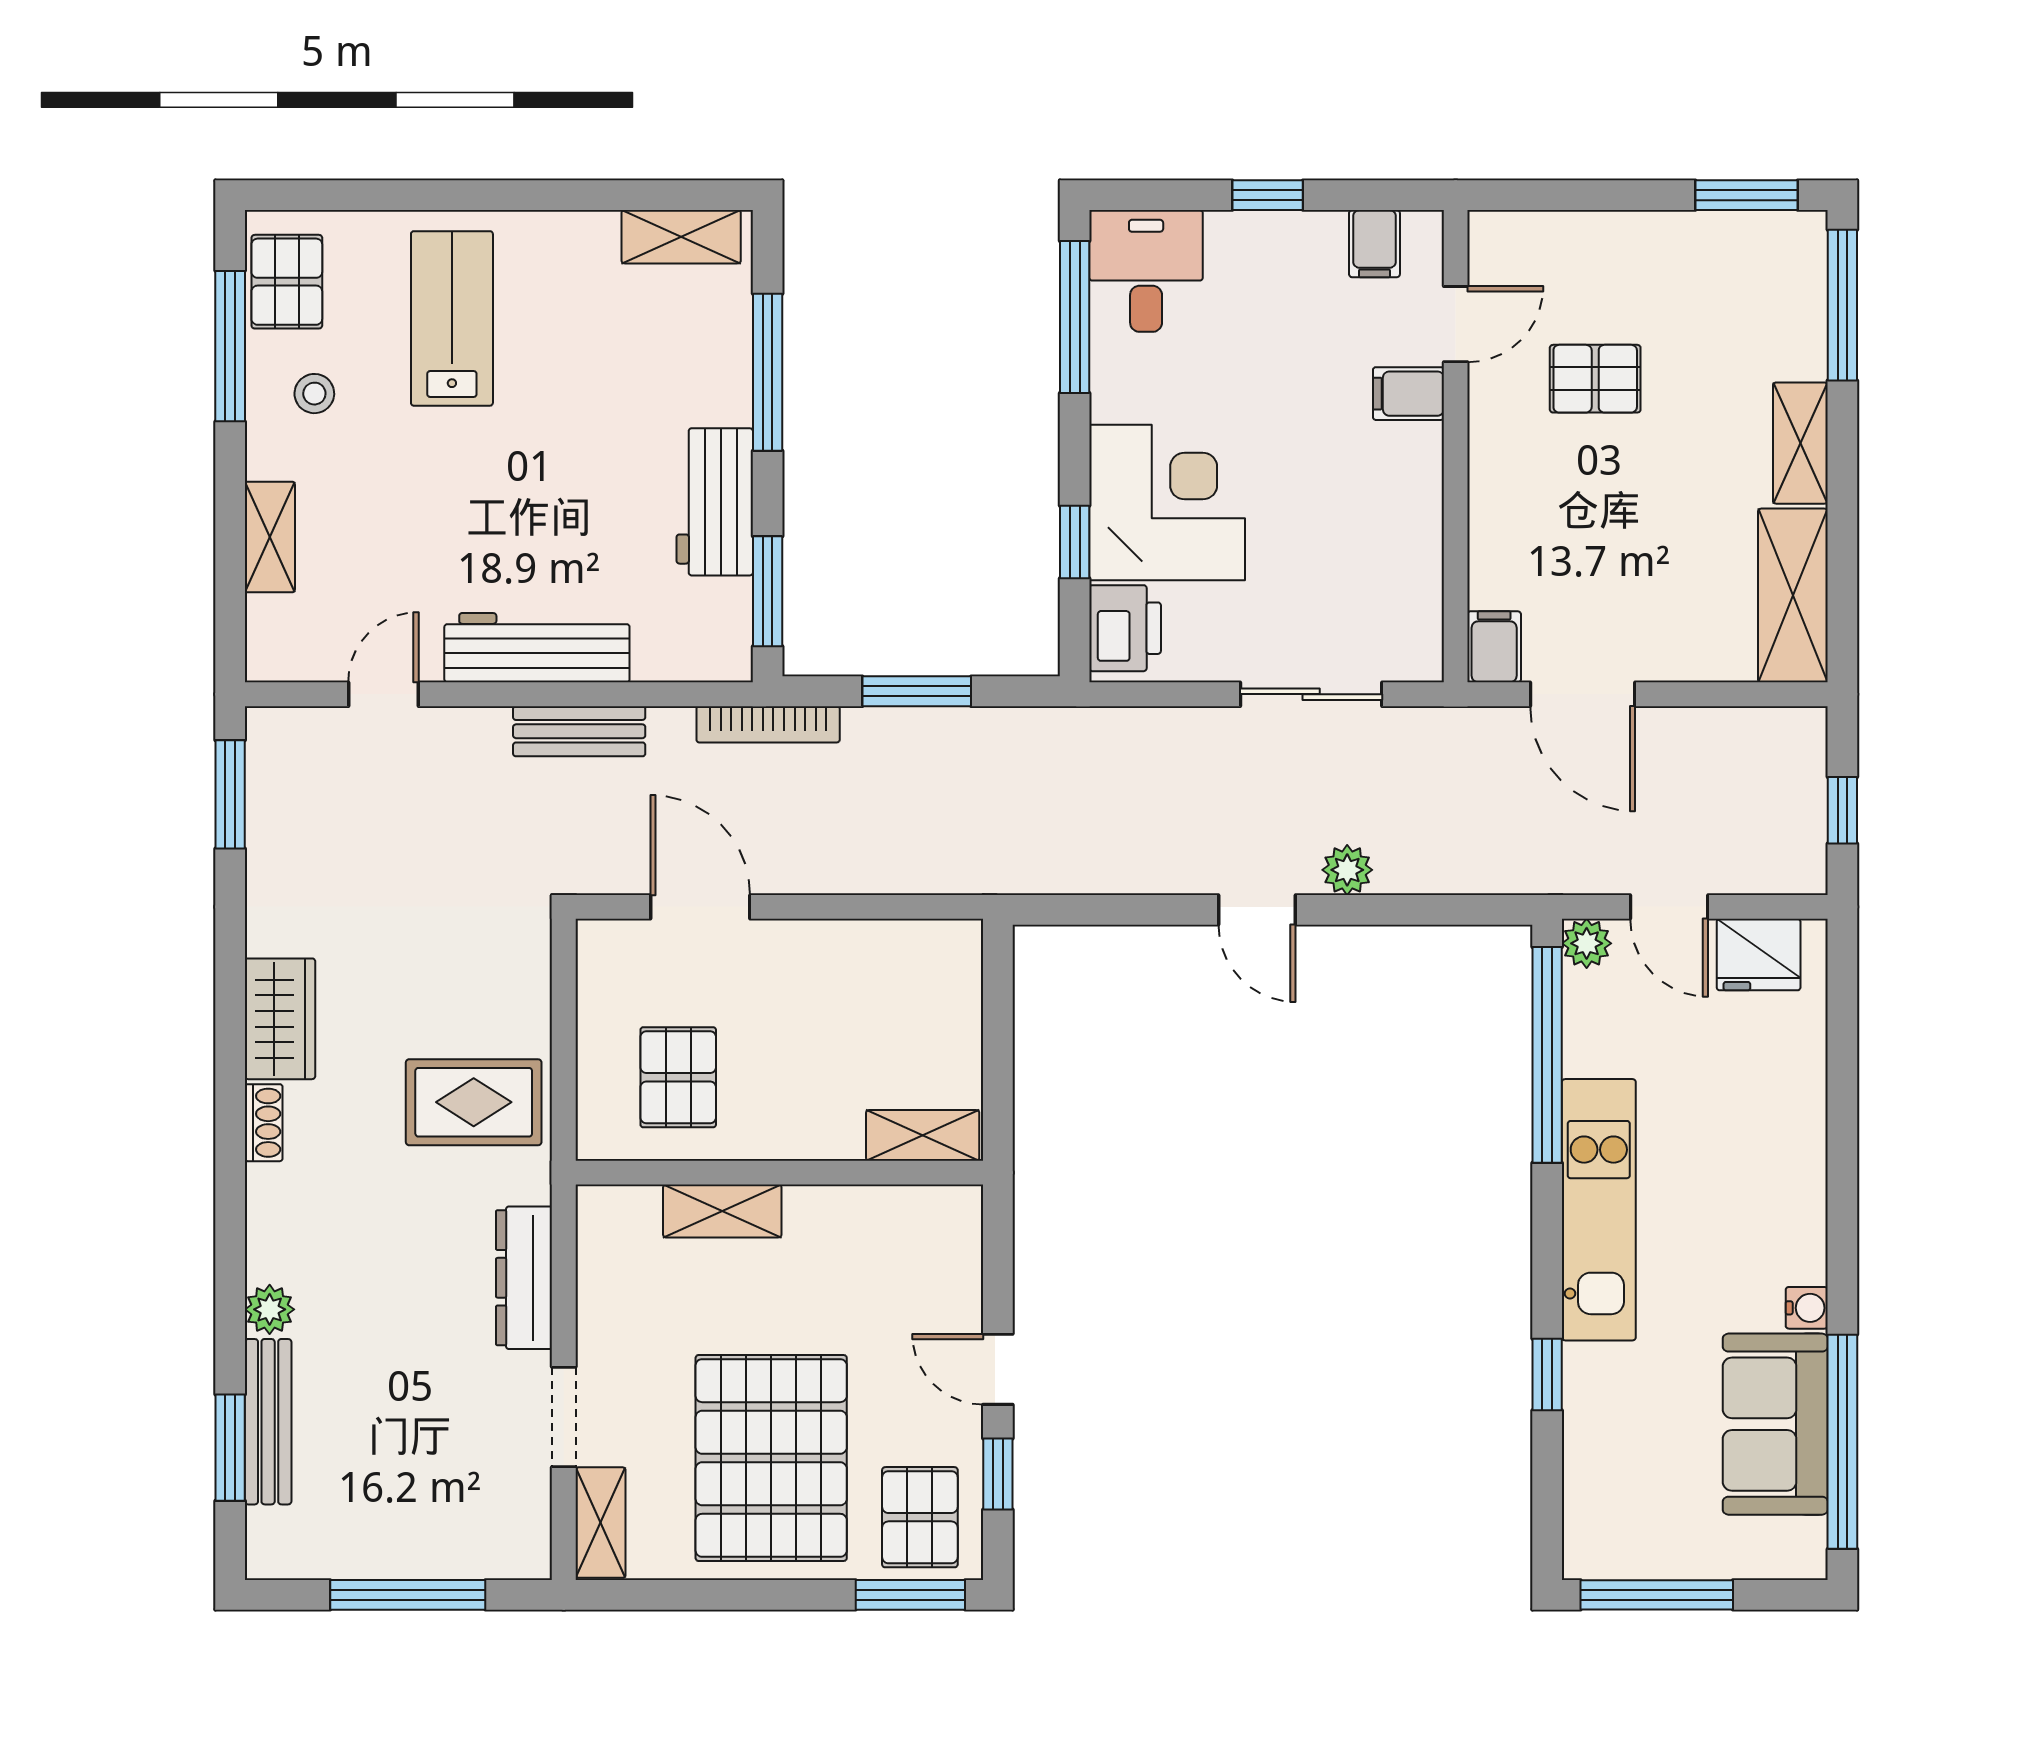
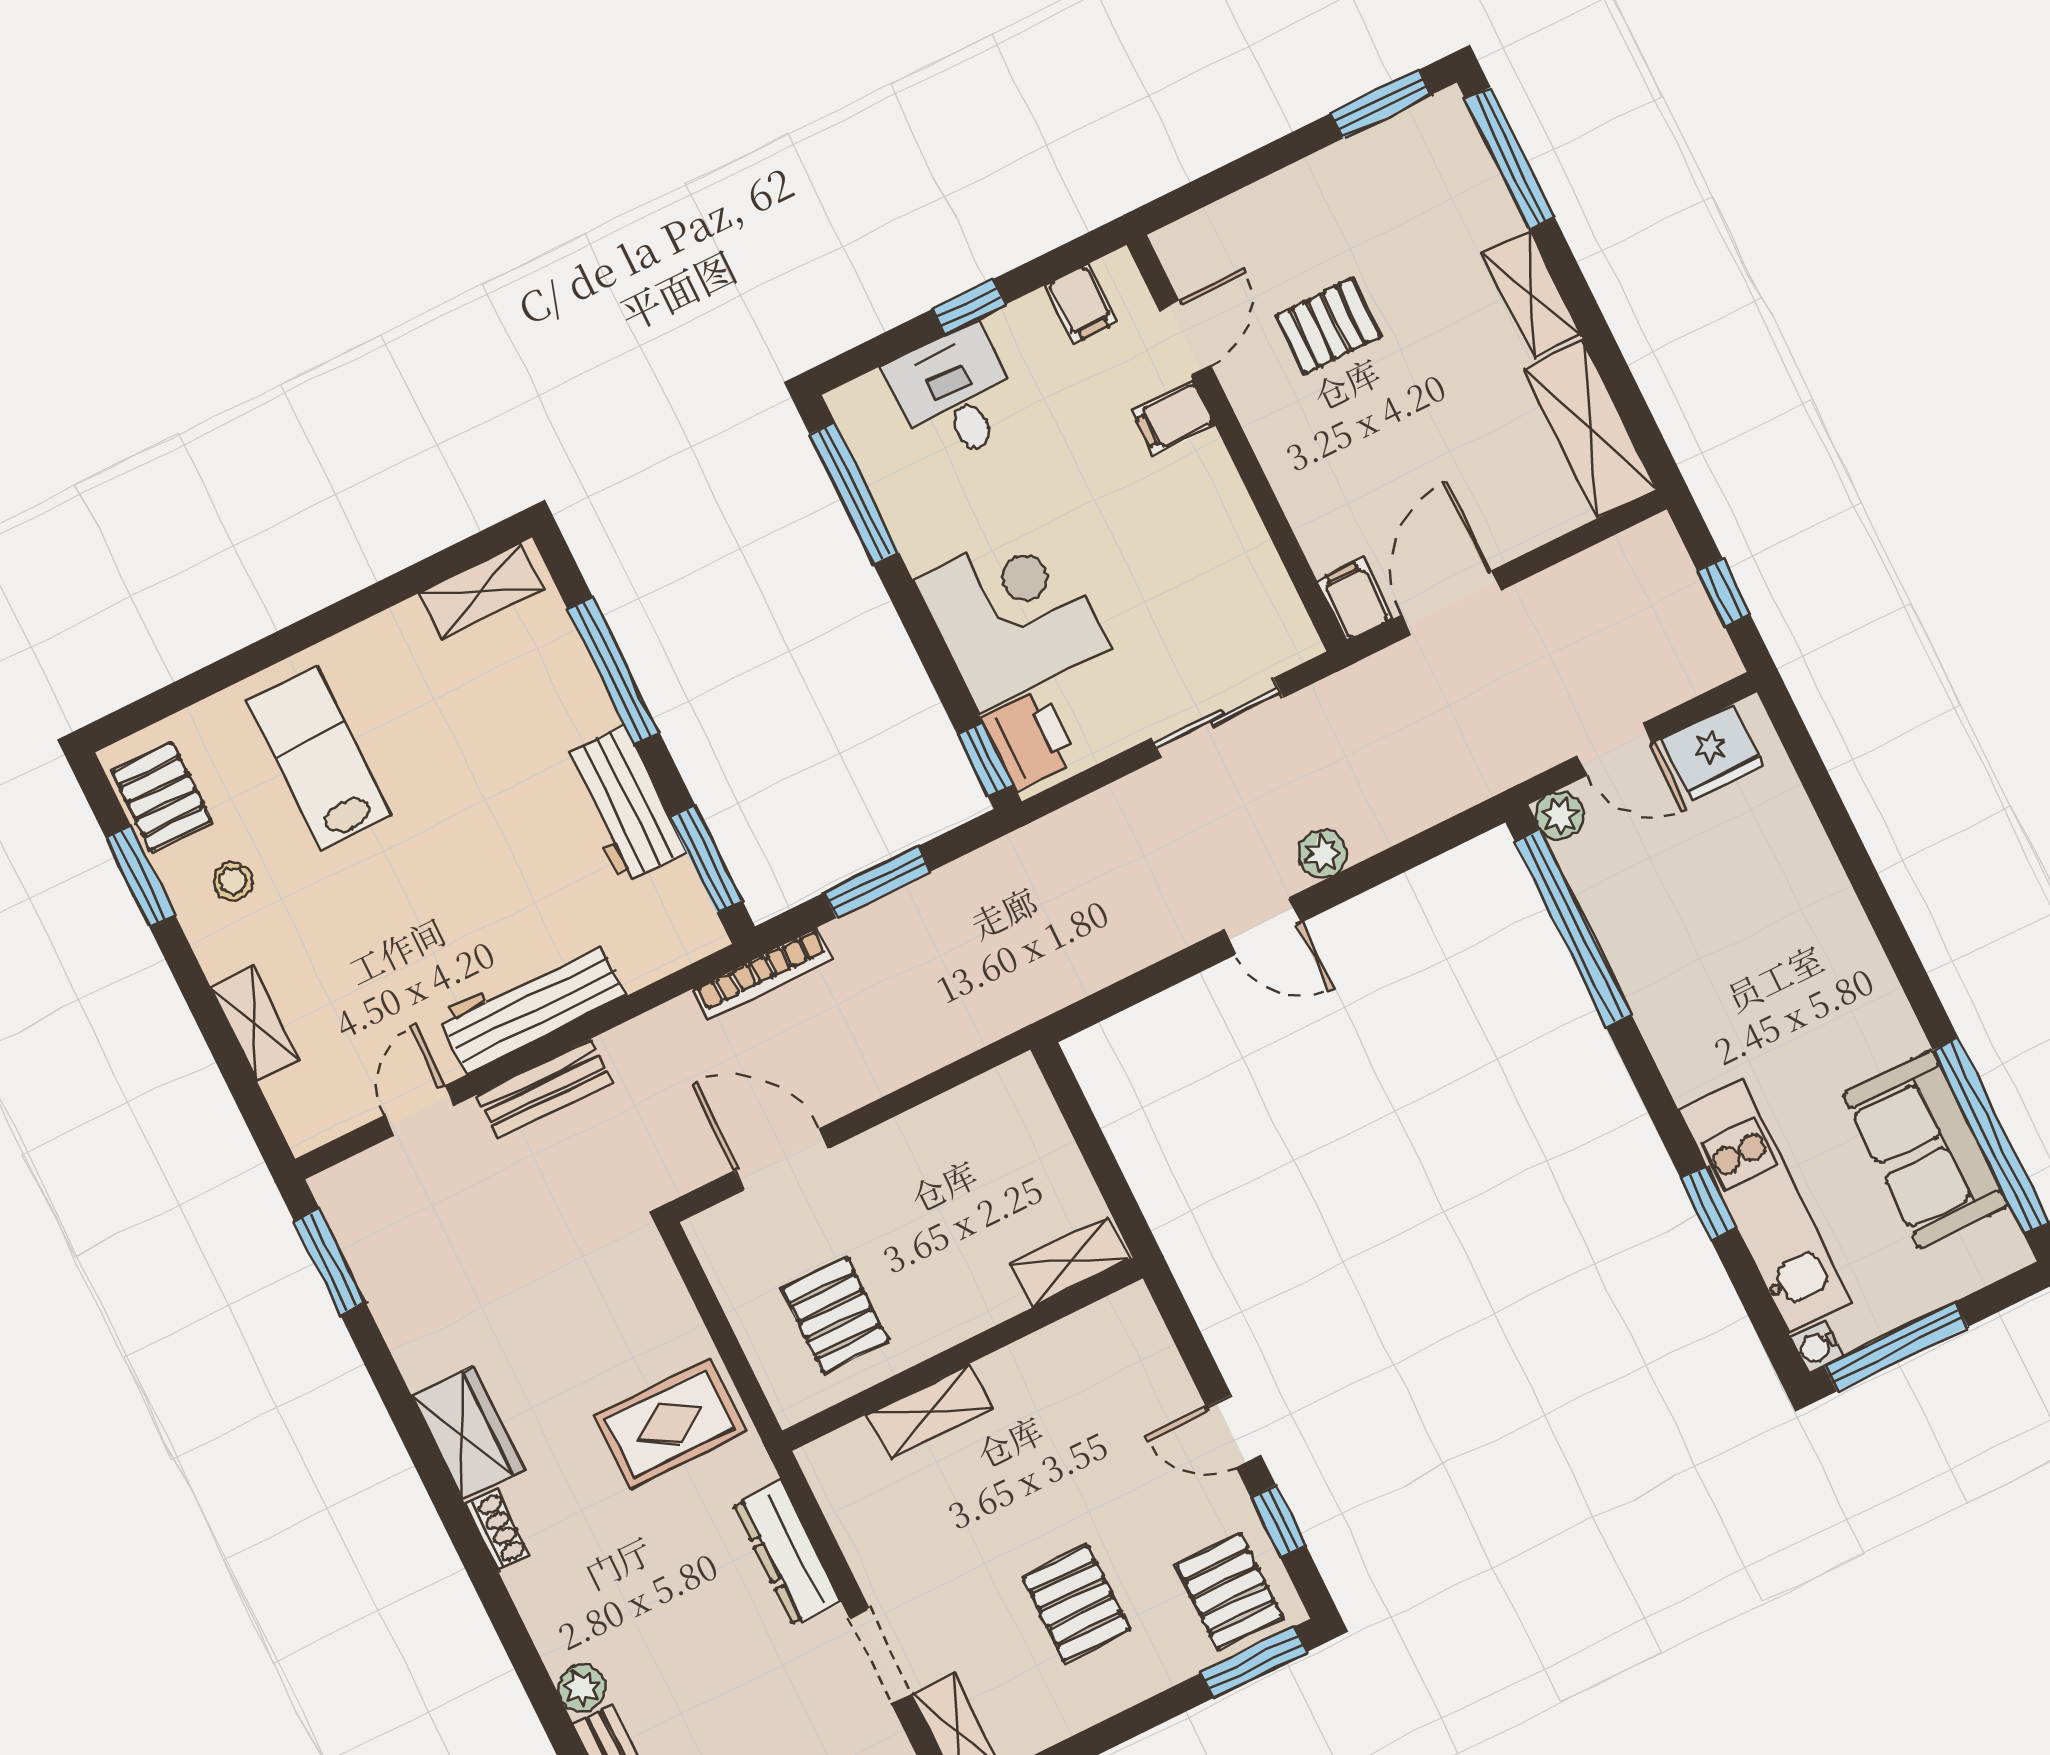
desk: (1146, 271) -> (955, 394), moved
window: (230, 346) -> (140, 876), width x0.69
window: (1075, 542) -> (985, 759), moved
door: (1583, 694) -> (1451, 603), swing flipped
bench: (579, 731) -> (544, 1089), moved
kitchen unit: (1599, 1210) -> (1765, 1206), moved
water cooler: (1807, 1308) -> (1817, 1347), moved, turned 180
pallet: (771, 1458) -> (1076, 1603), width x0.49, depth x0.50

